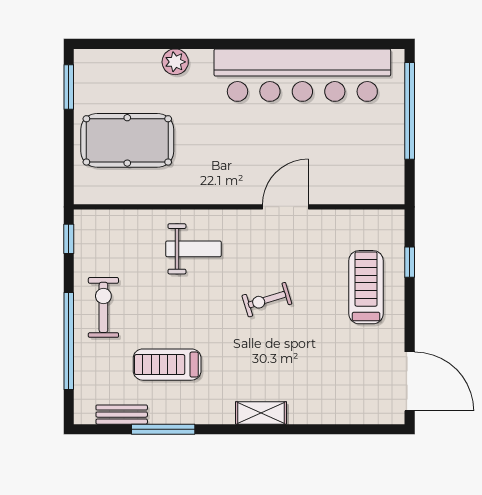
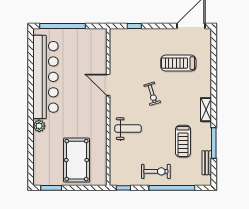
plant: (175, 62) -> (39, 126), moved
weight bench: (194, 249) -> (128, 129), turned 90
treadmill: (366, 287) -> (178, 63), moved
exercise bike: (103, 307) -> (156, 171), turned 180
shelving: (261, 413) -> (206, 110), moved

